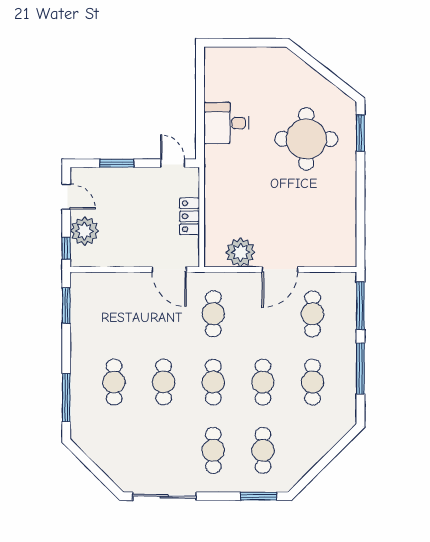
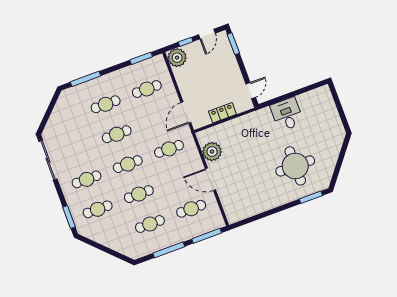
window: (117, 163) -> (233, 44), moved
plant: (85, 231) -> (177, 58), moved
window: (66, 248) -> (186, 42), moved
cafe table: (114, 314) -> (147, 89), added

